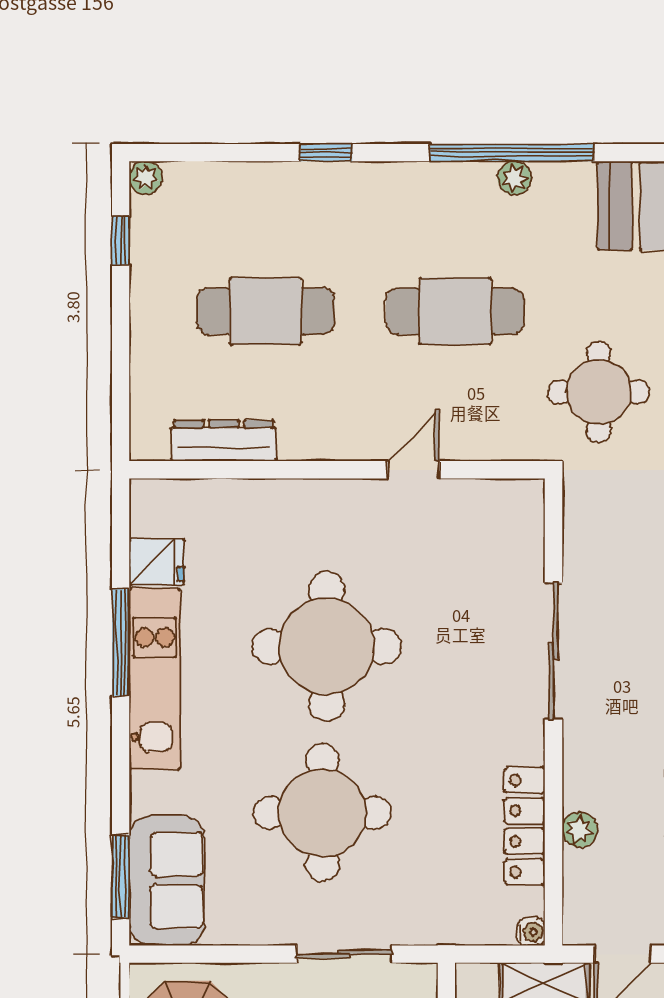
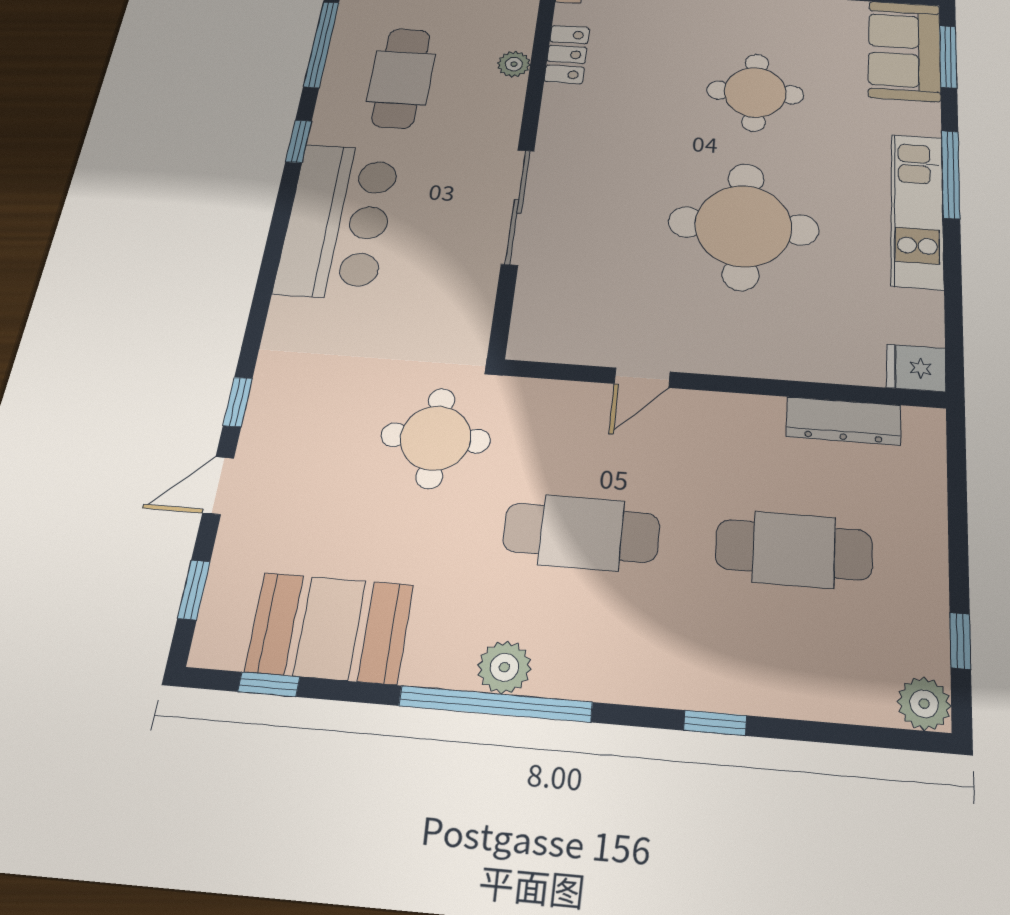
plant: (146, 178) -> (924, 704), width x1.38, depth x1.38
plant: (515, 178) -> (504, 667), width x1.38, depth x1.38
fridge: (157, 562) -> (916, 368), moved
window: (121, 643) -> (951, 174), moved
round table: (322, 813) -> (755, 92), width x0.73, depth x0.73
locker: (525, 826) -> (567, 54), width x0.66

